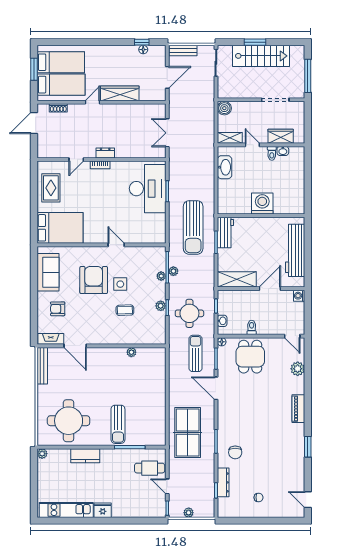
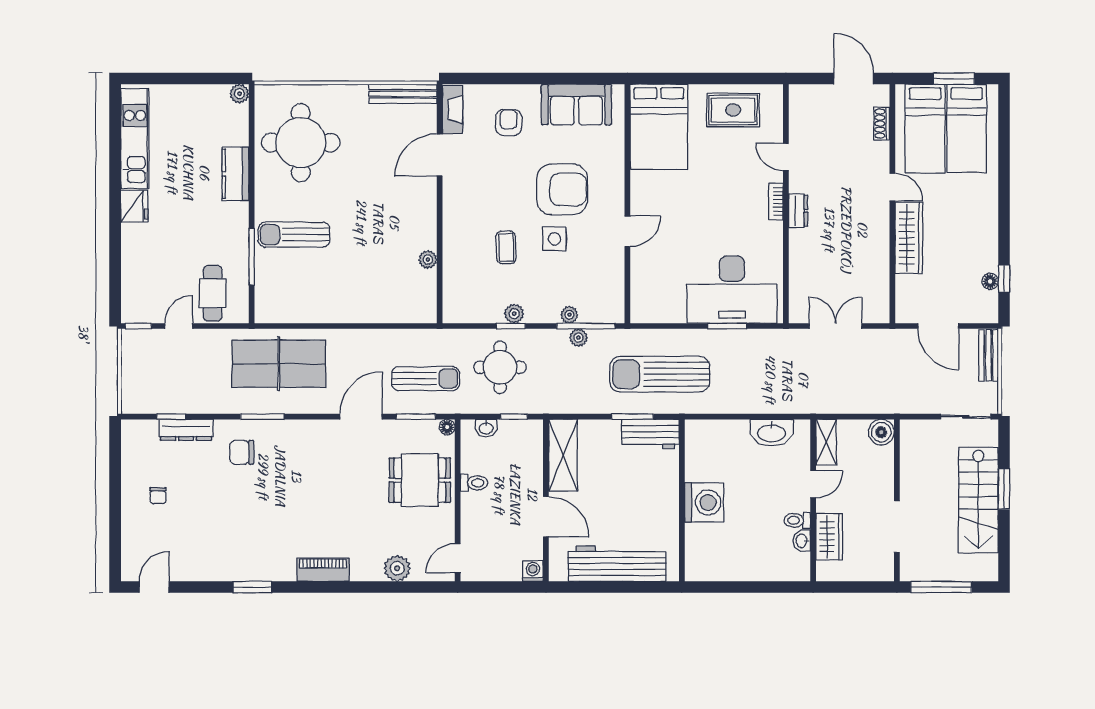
plant: (189, 513) -> (130, 366), removed

